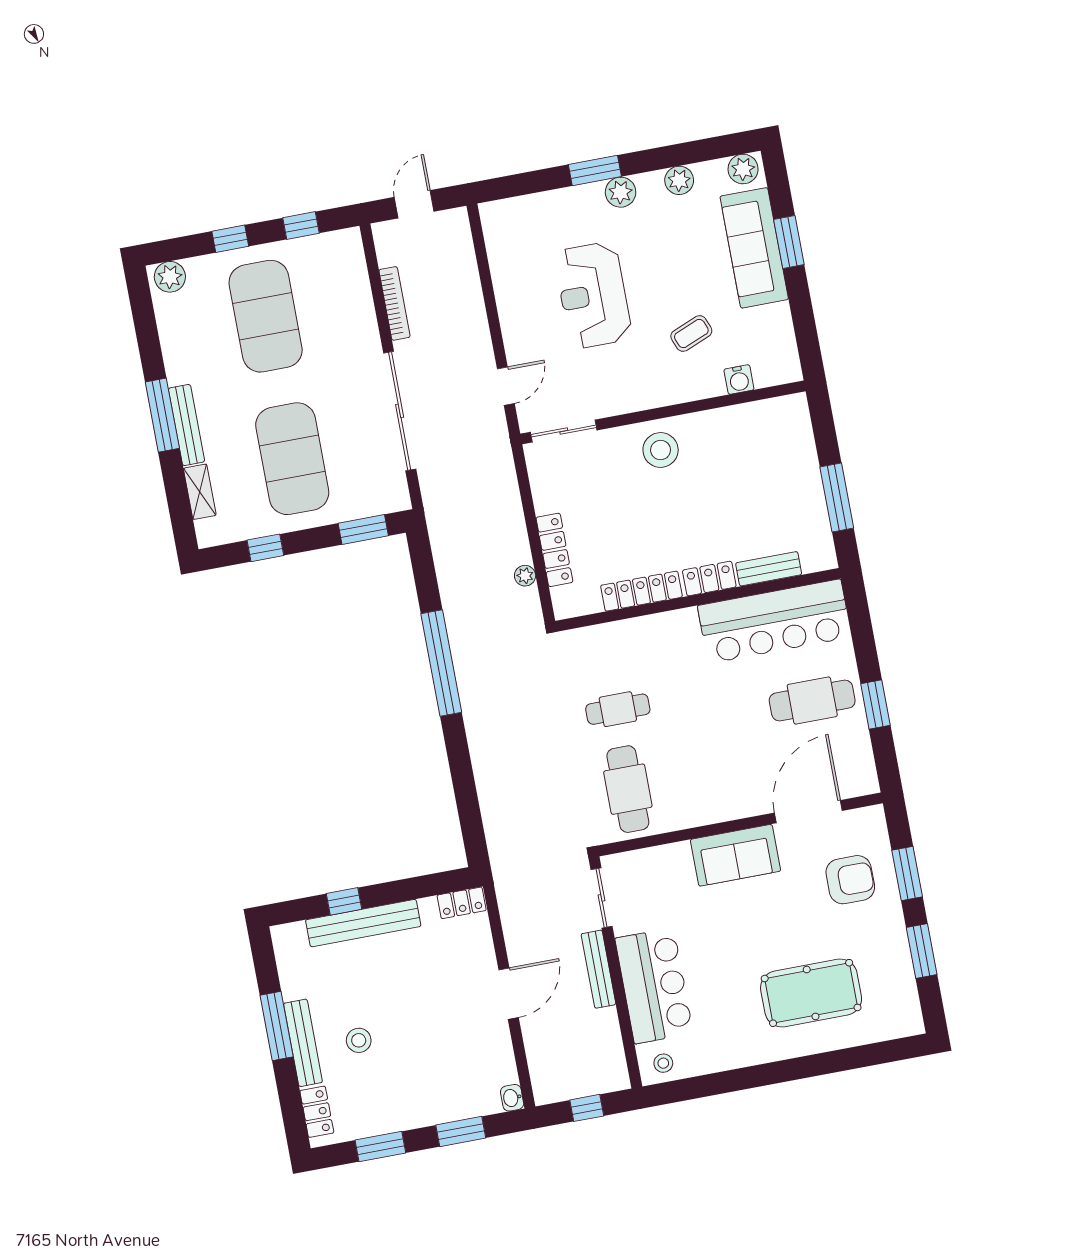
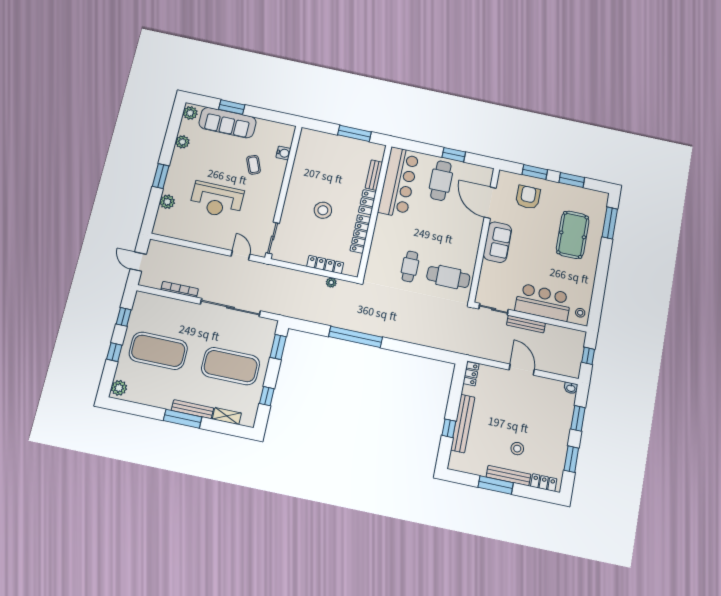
plant: (621, 192) -> (167, 202), moved
stool: (661, 450) -> (323, 210), moved
window: (865, 1056) -> (610, 223), added

